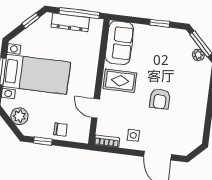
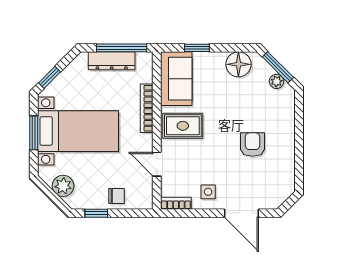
window: (31, 20) -> (49, 77), moved
window: (160, 23) -> (197, 48), moved
floor lamp: (170, 38) -> (238, 64), added
bookcase: (93, 63) -> (147, 108), added
armchair: (160, 99) -> (253, 145), moved, turned 180

